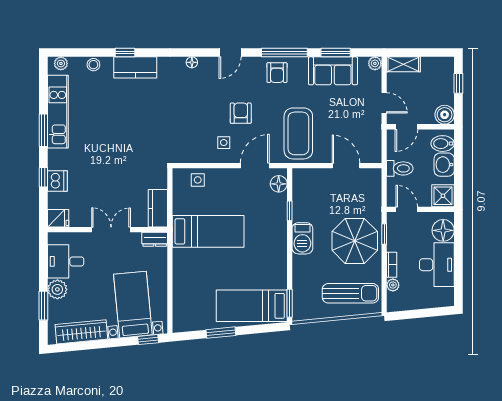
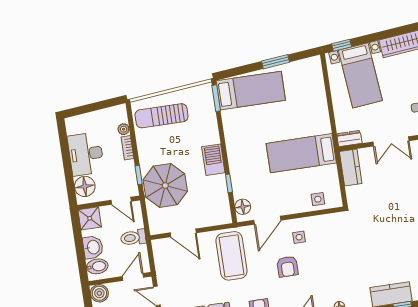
parasol: (355, 241) -> (165, 185), moved

